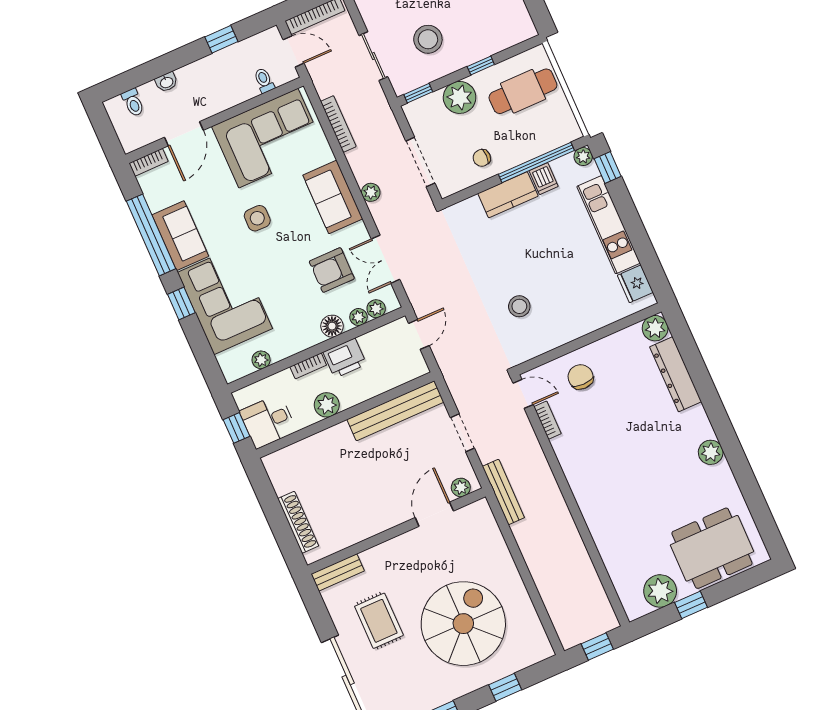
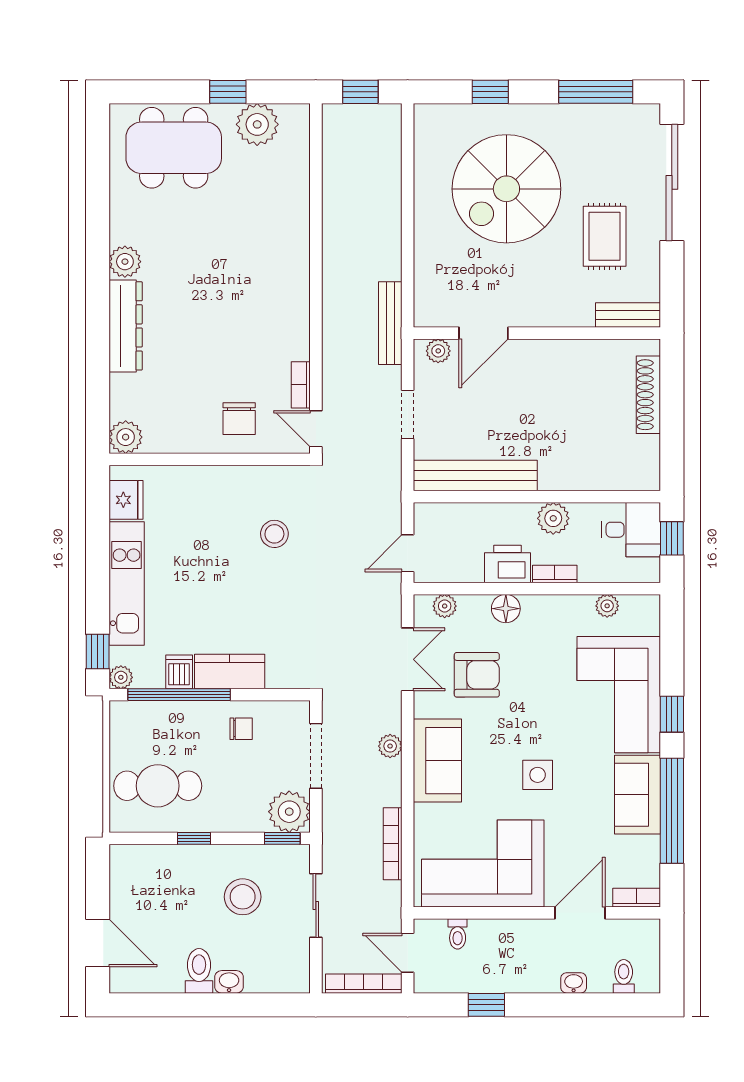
plant: (460, 97) -> (289, 812), moved
plant: (359, 317) -> (470, 605), removed
dresser: (676, 374) -> (126, 326), moved

